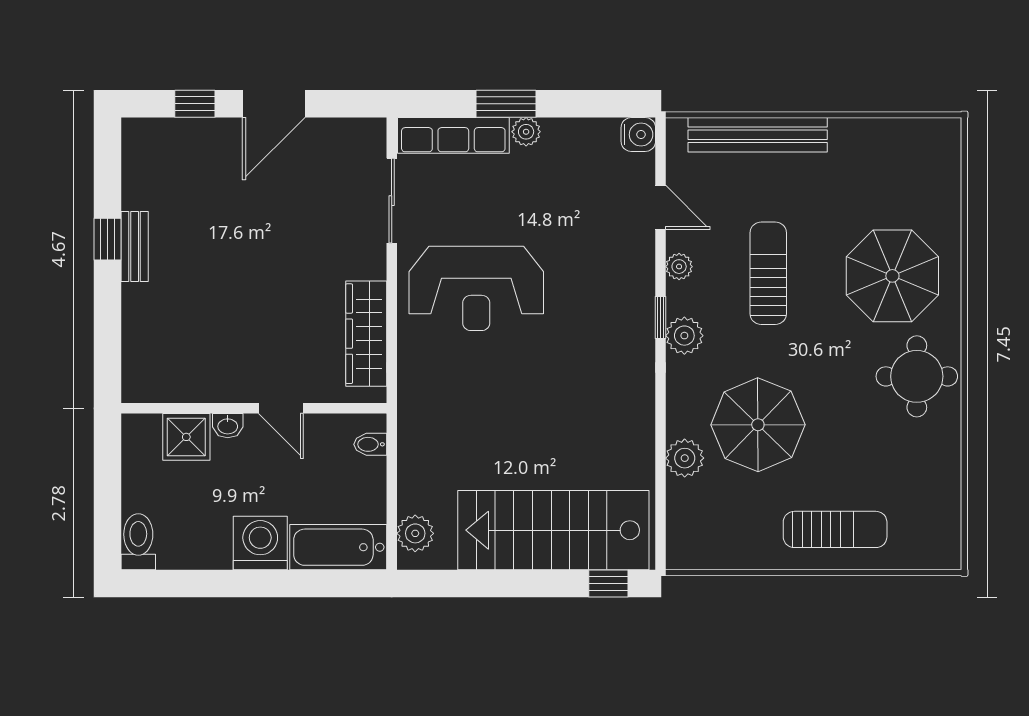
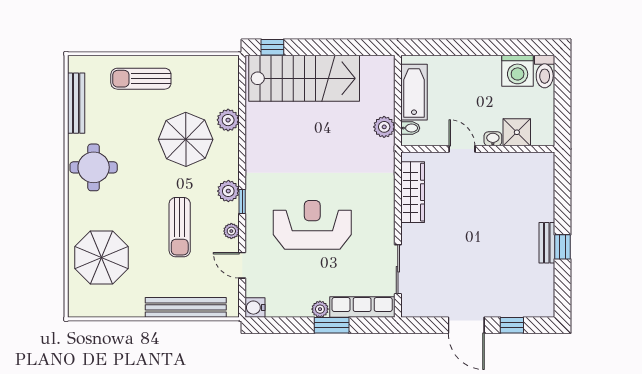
door: (274, 104) -> (466, 325), swing flipped
parasol: (892, 276) -> (101, 258), moved
reception desk: (476, 288) -> (312, 225), moved
bench: (947, 487) -> (76, 103), added
plant: (415, 533) -> (384, 127), moved
washing machine: (260, 543) -> (518, 71), moved
bathtub: (338, 547) -> (414, 92), moved, turned -90

